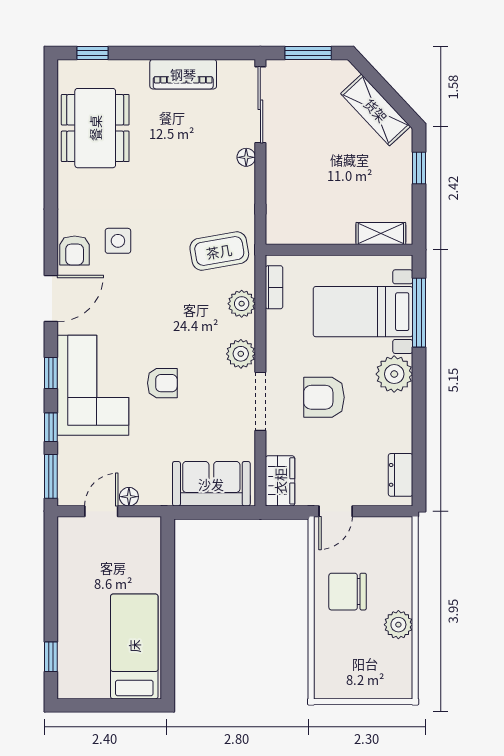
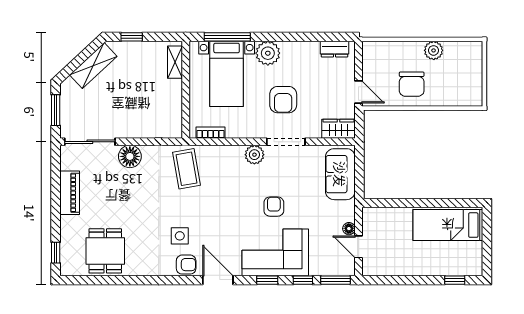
dining table: (95, 128) -> (105, 251), width x0.73
floor lamp: (246, 157) -> (130, 156), width x1.89, depth x1.89
plant: (242, 304) -> (221, 154), removed

